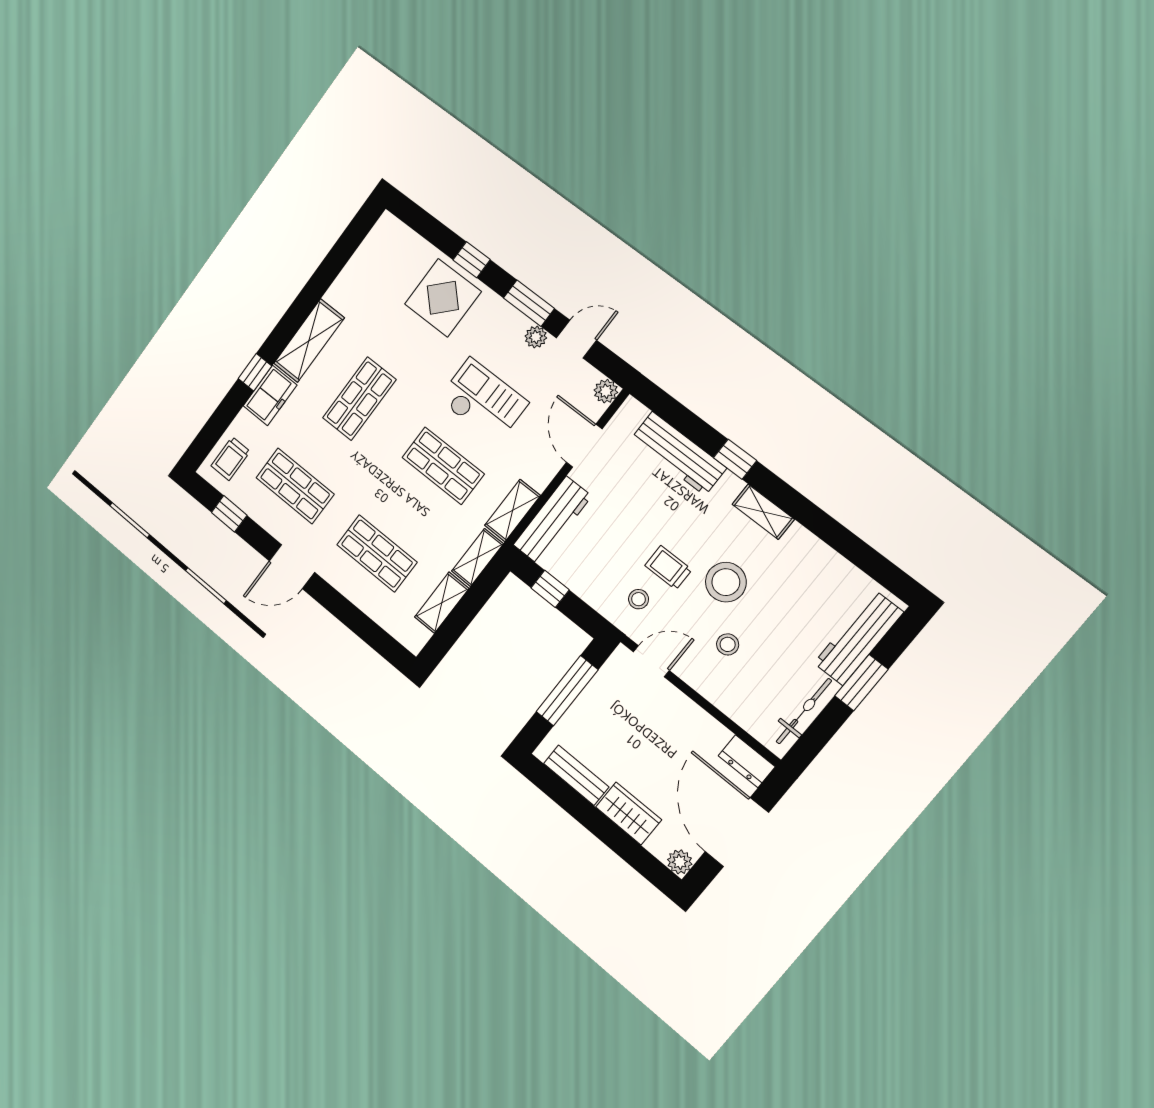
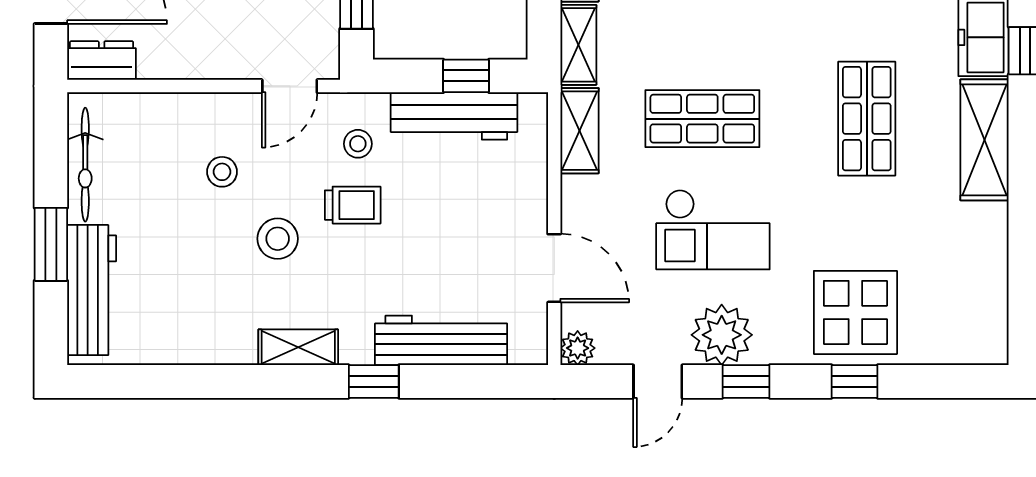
window: (529, 303) -> (746, 382), width x0.67
plant: (536, 337) -> (722, 335), width x1.88, depth x1.88
workbench: (552, 520) -> (454, 116), moved, turned -90
stool: (726, 582) -> (278, 239), width x0.73, depth x0.73

